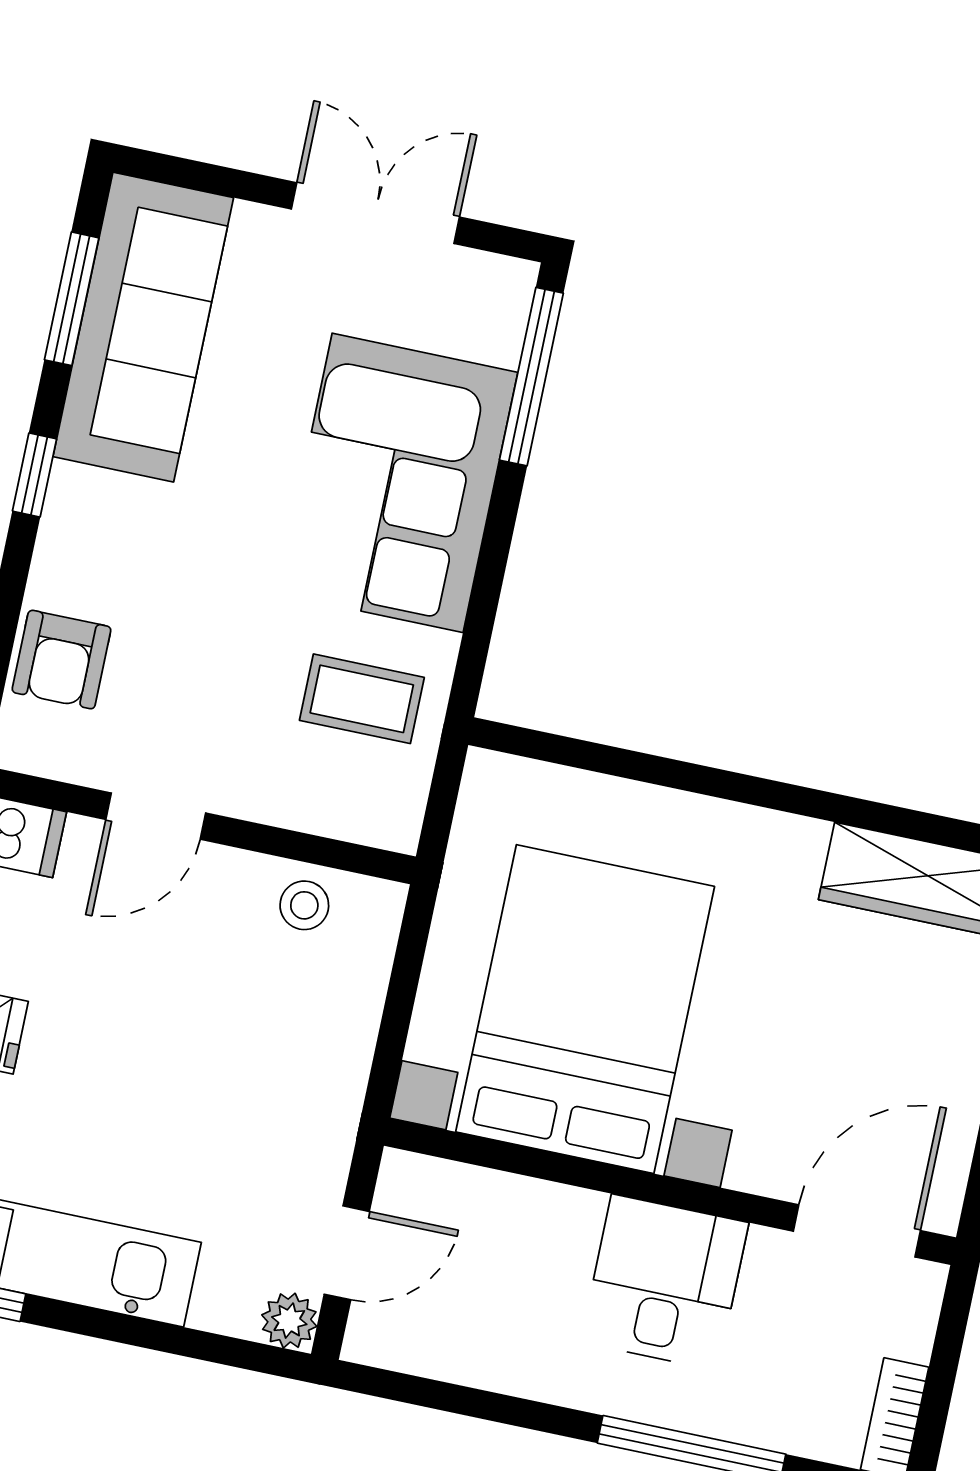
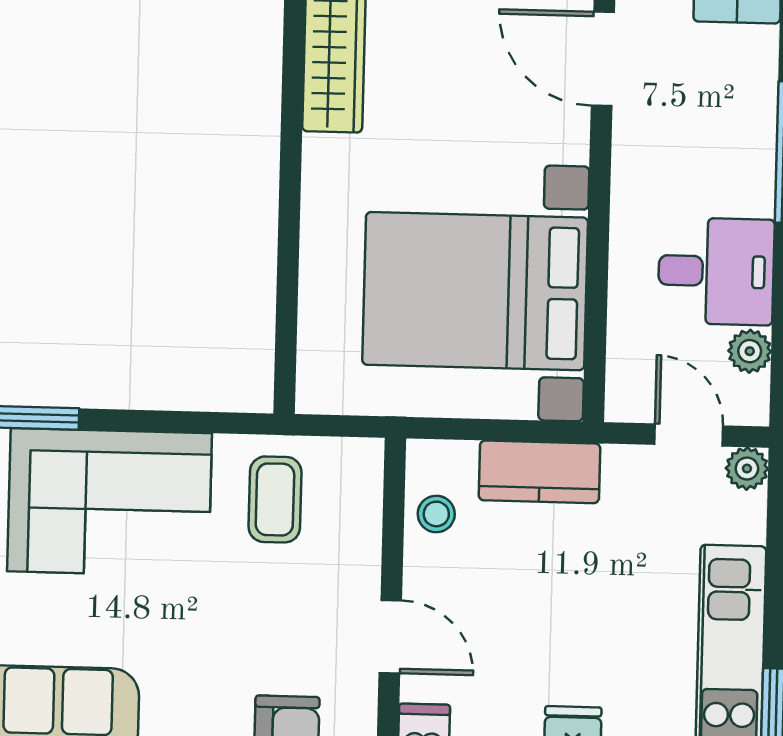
kitchen counter: (335, 1050) -> (539, 472), added
desk: (665, 1282) -> (716, 271), moved, turned 180
plant: (441, 1352) -> (750, 351), added

